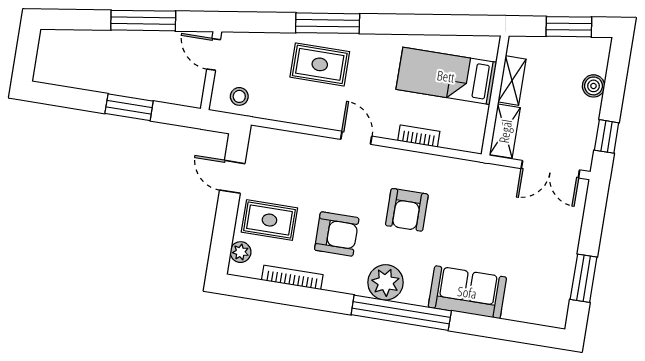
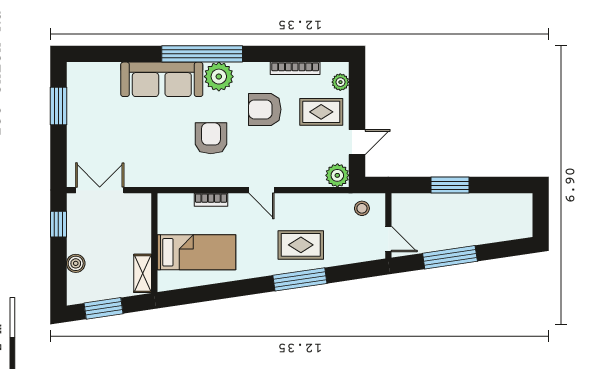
shelving: (512, 81) -> (143, 273), moved
shelving: (505, 131) -> (142, 215), removed
plant: (262, 141) -> (337, 175), added
door: (232, 177) -> (357, 142), hinge flipped
sofa: (467, 292) -> (162, 79), width x1.36

